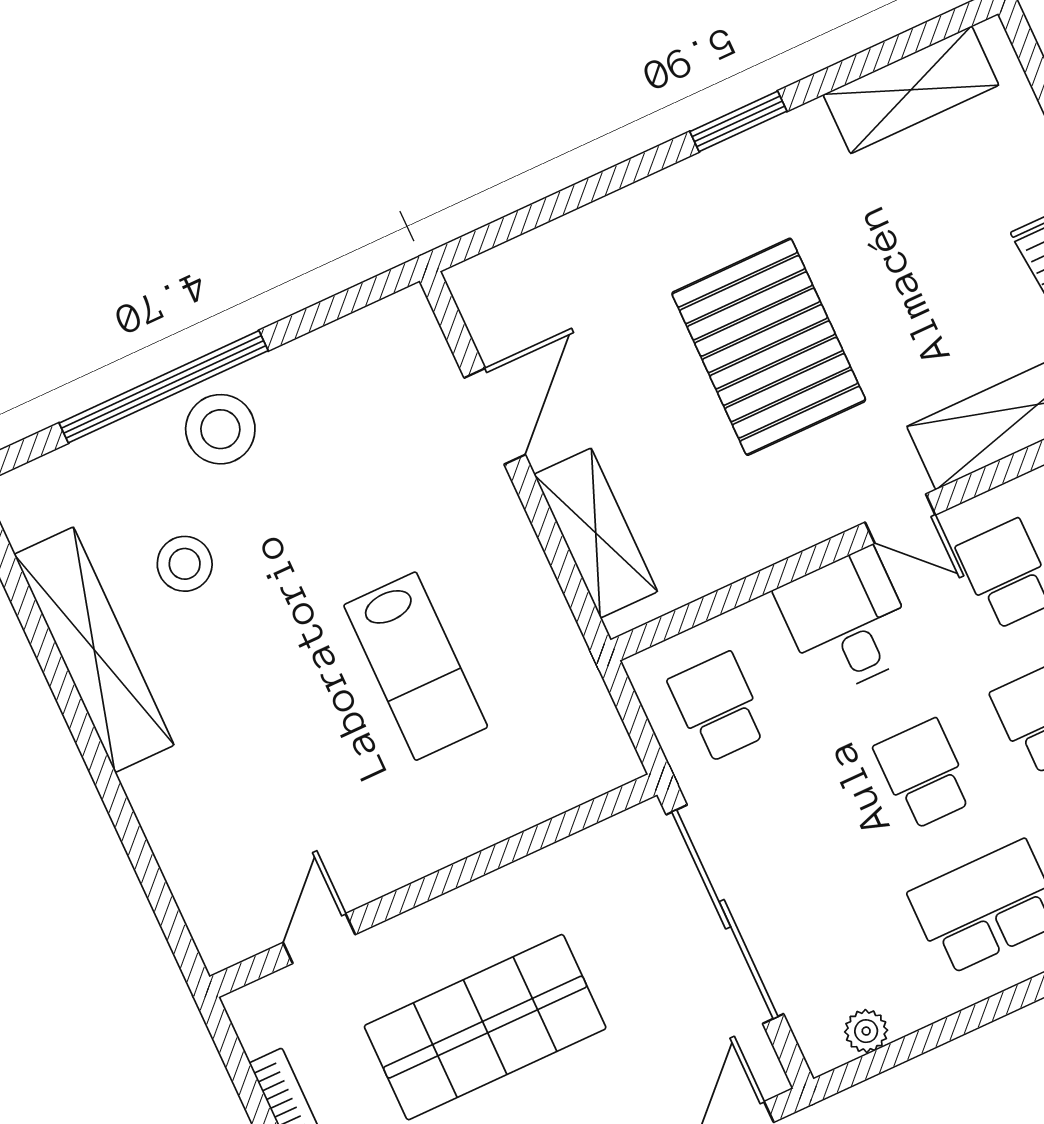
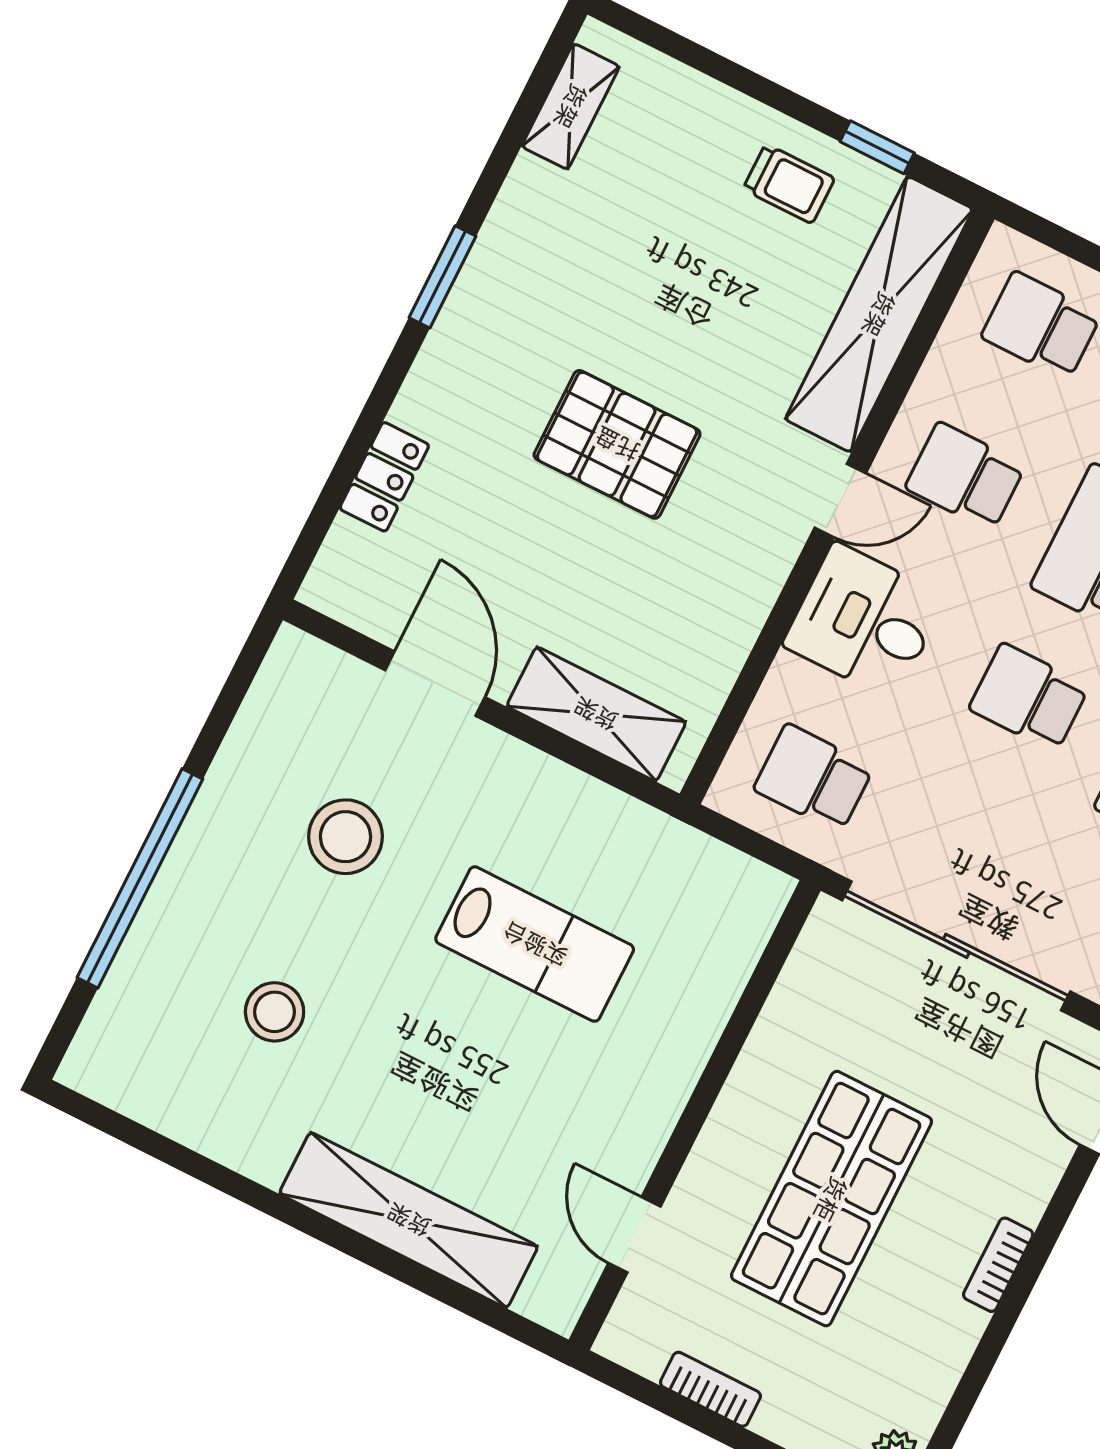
shelving: (911, 90) -> (571, 106), width x0.67, depth x0.75
locker: (579, 234) -> (384, 477), added
pallet: (769, 347) -> (617, 444), width x0.73, depth x0.71
stool: (220, 429) -> (346, 837), moved
shelving: (94, 650) -> (409, 1220), moved

